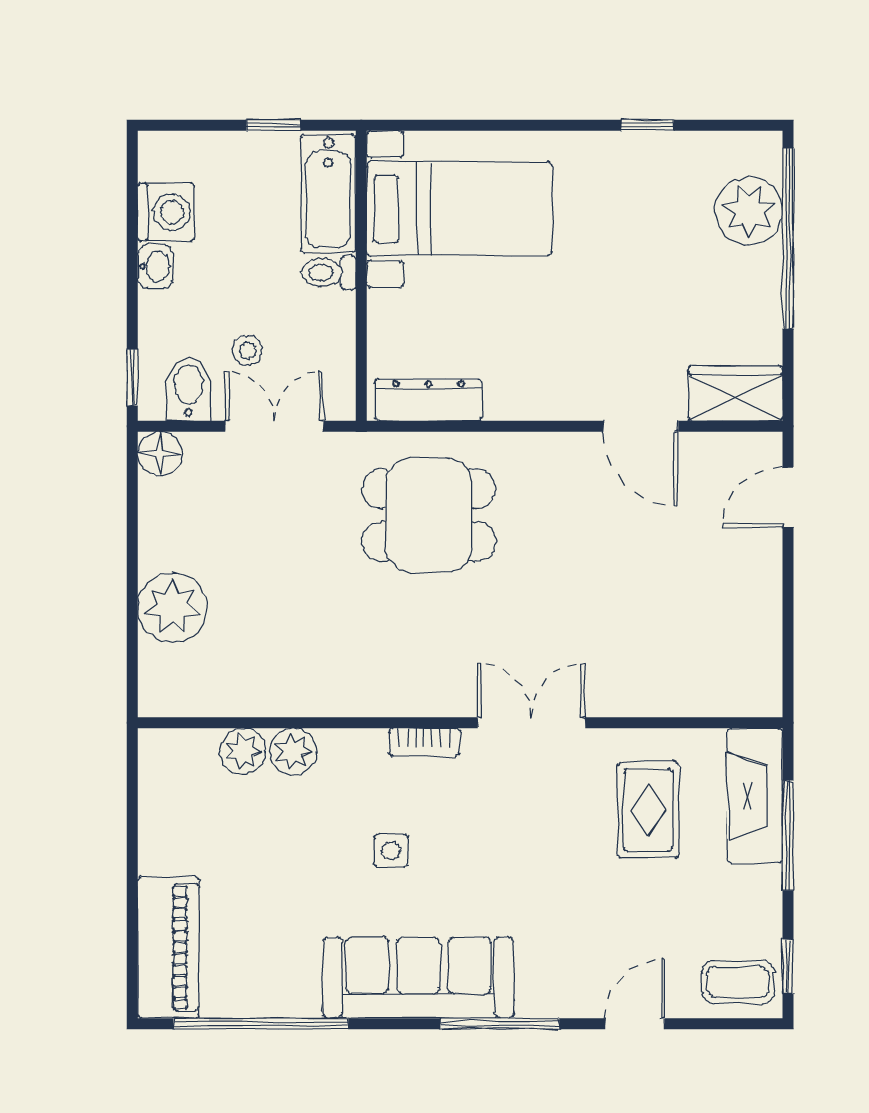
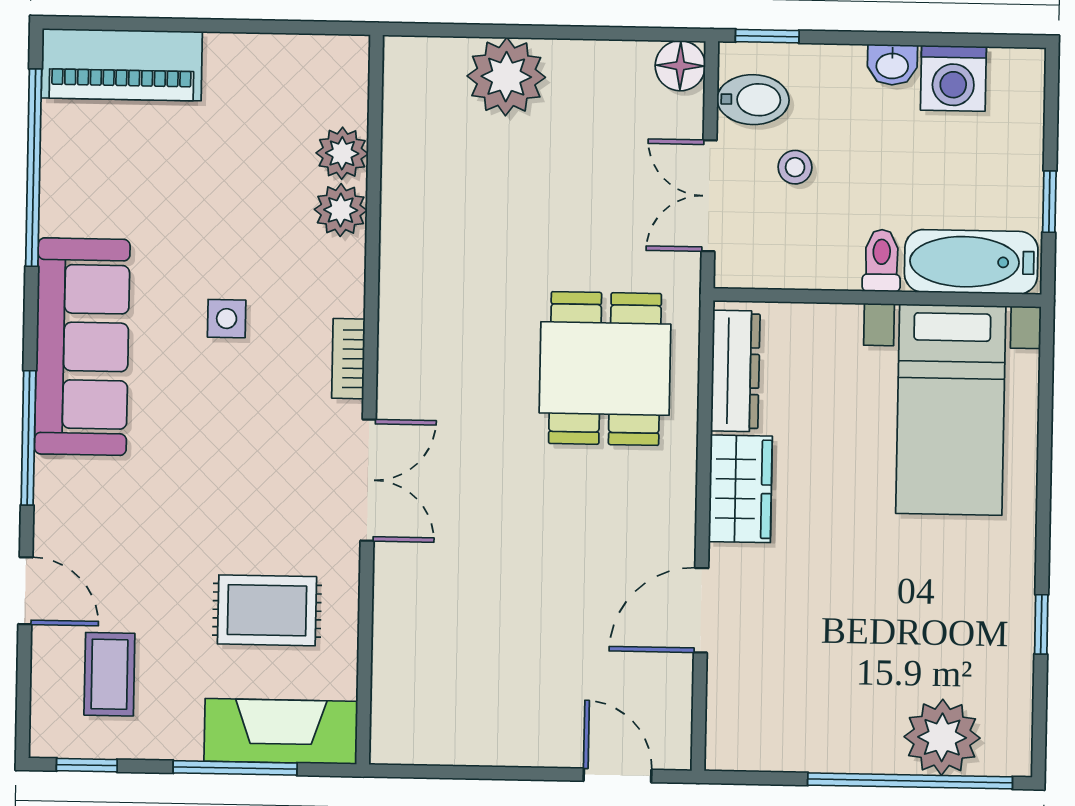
wardrobe: (736, 393) -> (740, 489), moved
double door: (274, 426) -> (709, 196), swing flipped
coffee table: (738, 982) -> (109, 674), moved

